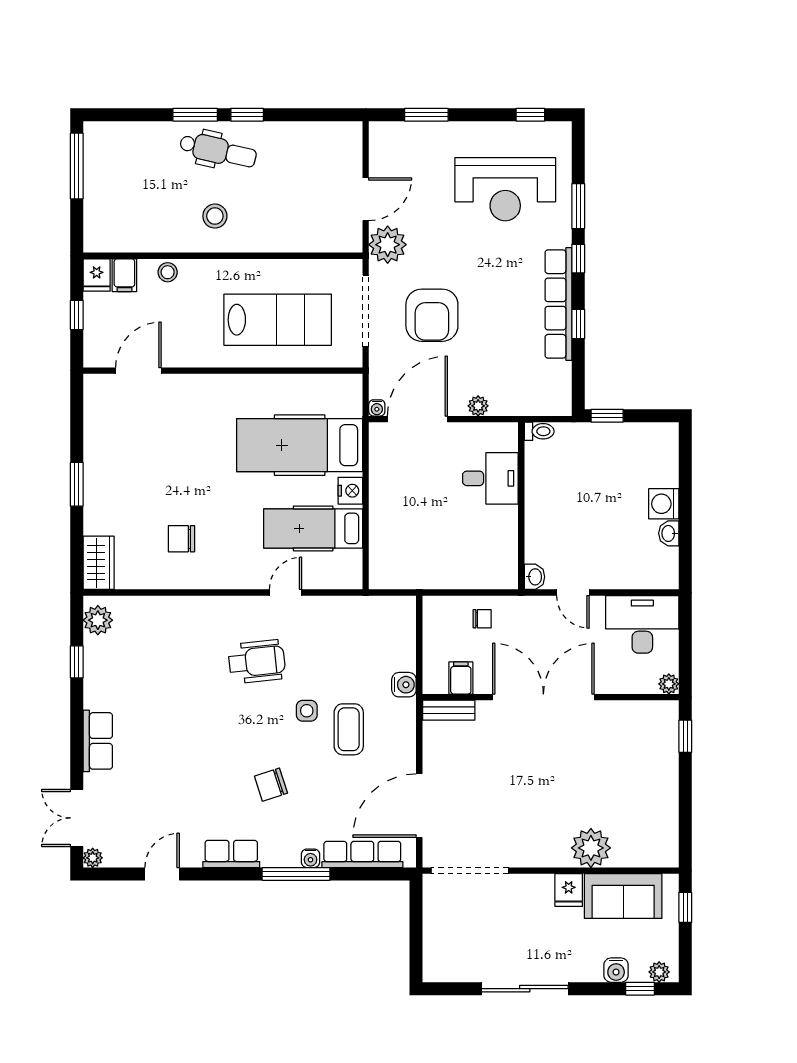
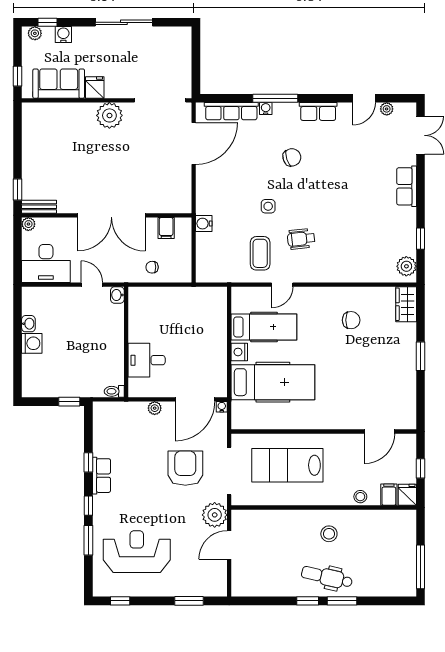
row of seats: (558, 304) -> (102, 476), width x0.50
wheelchair: (257, 662) -> (301, 239), width x0.73, depth x0.73
bench: (449, 710) -> (39, 207), moved
coffee table: (349, 729) -> (260, 253), moved
plant: (591, 848) -> (109, 115), moved
plant: (93, 858) -> (387, 109), moved

